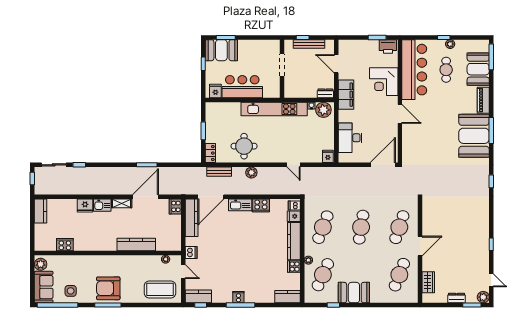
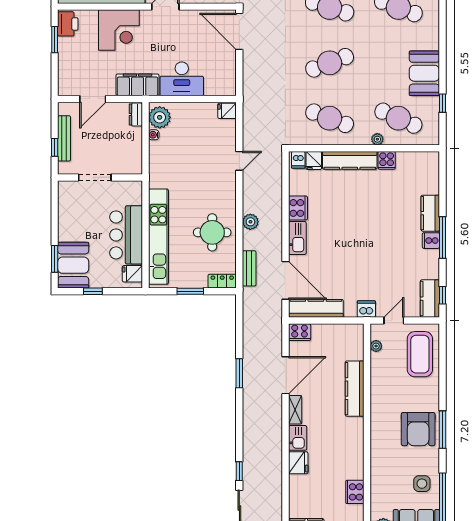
kitchen unit: (274, 109) -> (158, 237), moved
desk: (350, 138) -> (182, 79), moved
door: (145, 197) -> (285, 375), swing flipped
cafe table: (361, 227) -> (330, 63), turned -30
kitchen counter: (288, 297) -> (430, 213), moved

